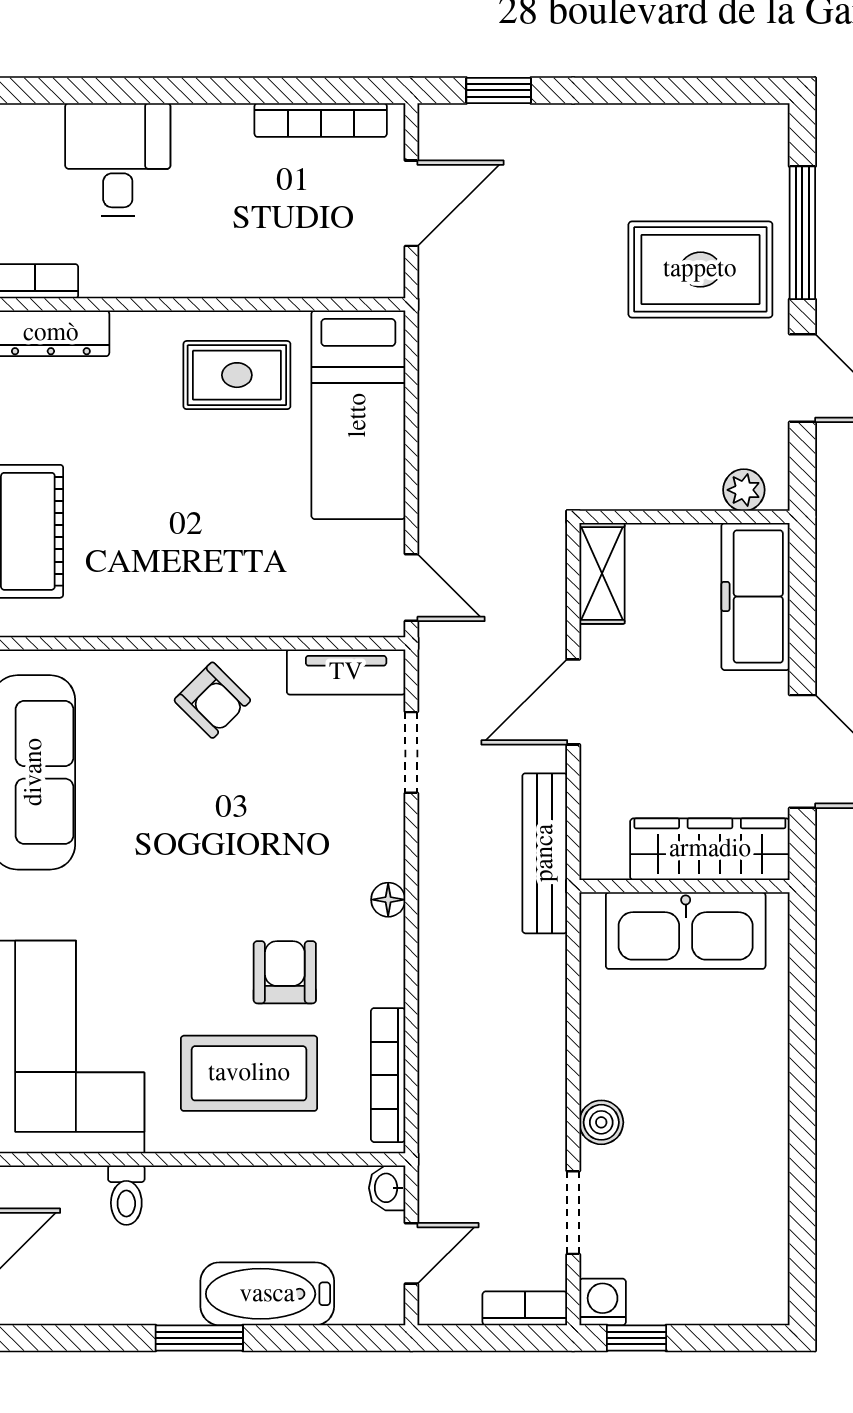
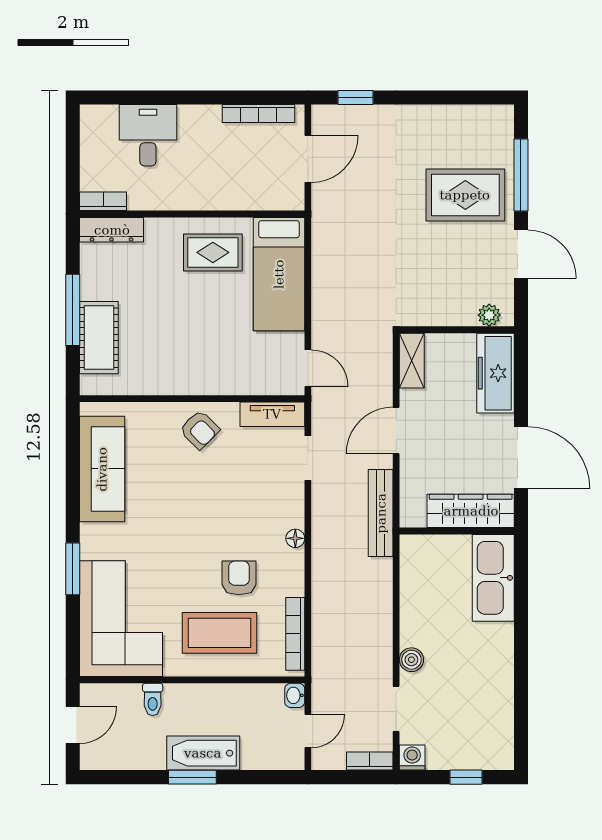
kitchen sink: (686, 931) -> (493, 578), moved, turned 90
bathtub: (267, 1294) -> (203, 753), moved
window: (636, 1338) -> (466, 777), moved

